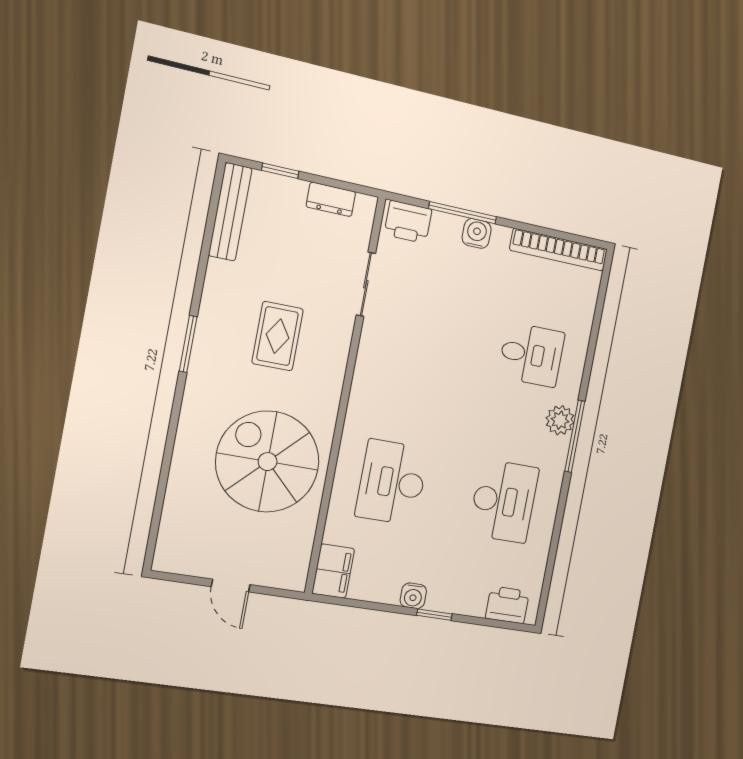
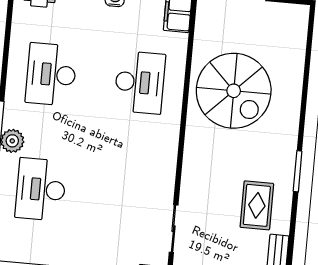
rug: (278, 336) -> (257, 205), moved
desk: (531, 355) -> (41, 189), width x1.37

